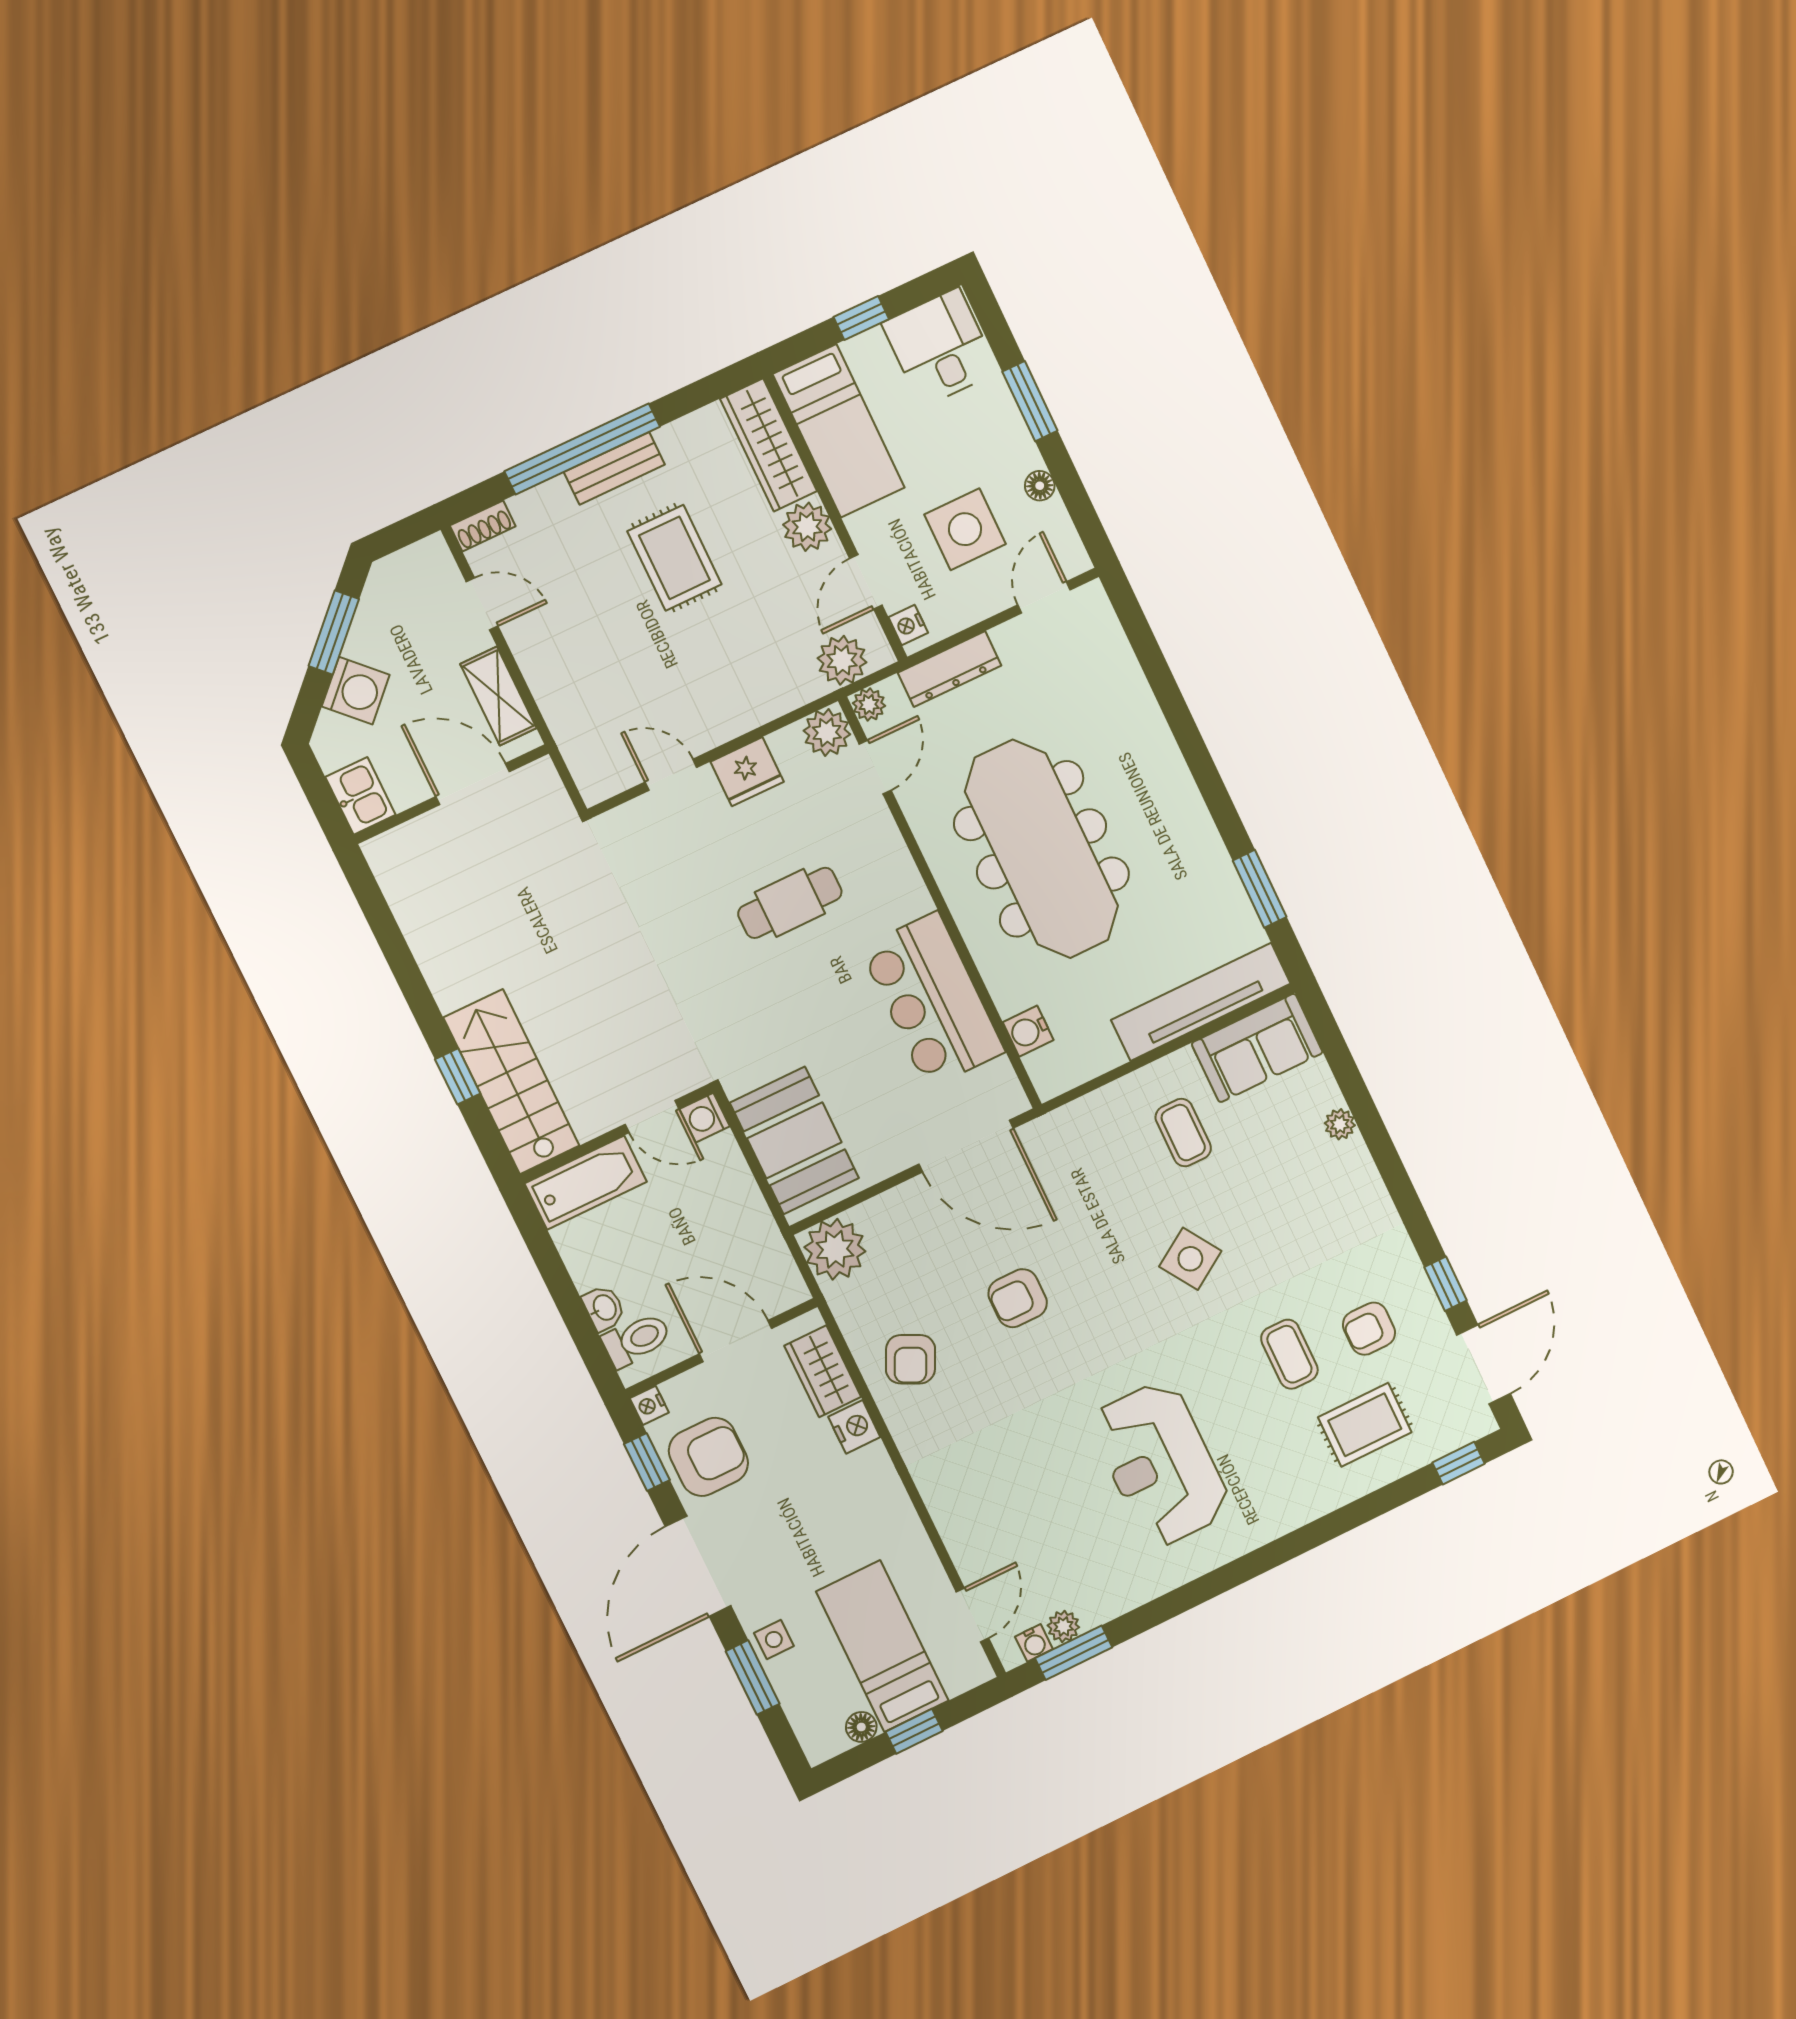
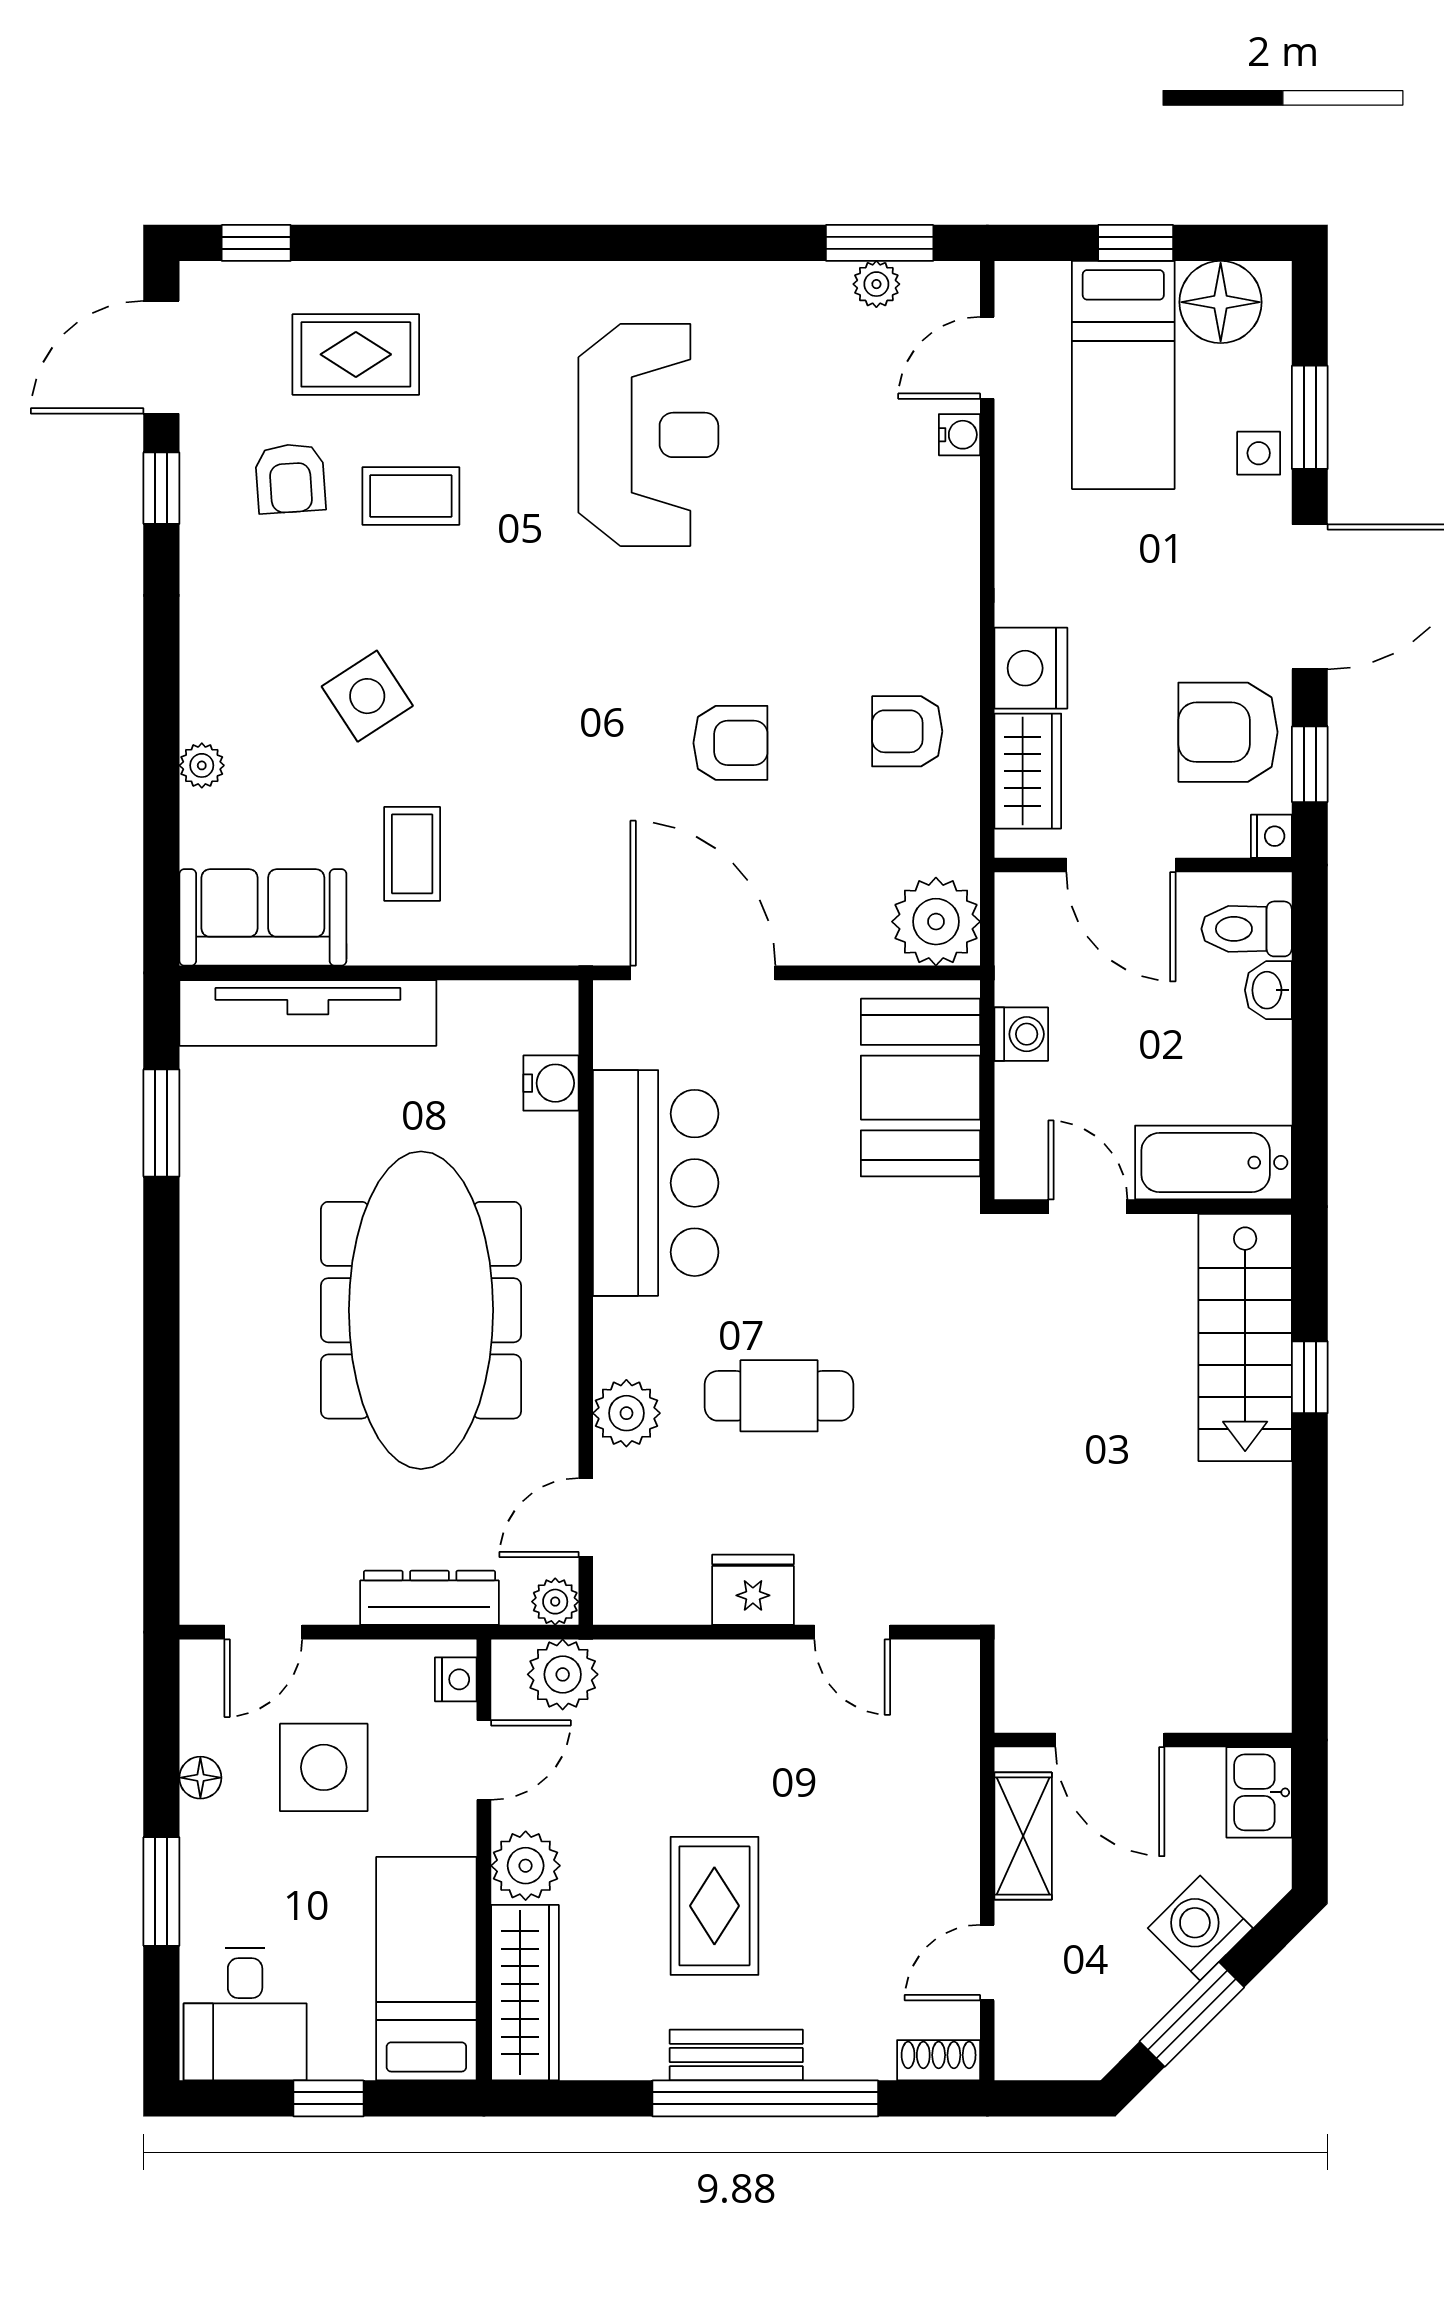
door: (482, 604) -> (987, 1963), hinge flipped
plant: (827, 732) -> (626, 1413), moved
washing machine: (705, 1118) -> (1021, 1034), moved
side table: (1190, 1259) -> (367, 696), moved
armchair: (1369, 1329) -> (290, 478), turned 86
coffee table: (1289, 1354) -> (411, 496), turned 90
armchair: (910, 1359) -> (907, 731), turned -116
nightstand: (854, 1427) -> (1031, 668), width x1.36, depth x1.33
water cooler: (1034, 1643) -> (959, 435), moved, turned 90
floor lamp: (861, 1727) -> (1221, 302), width x1.89, depth x1.89

